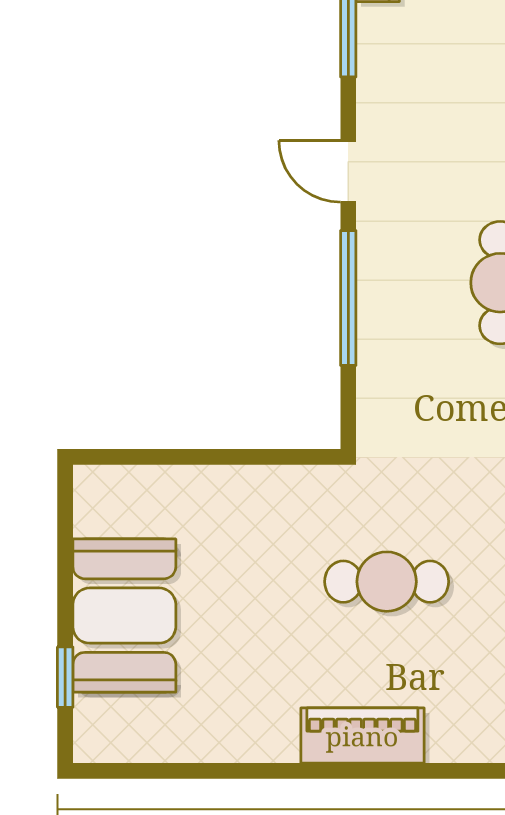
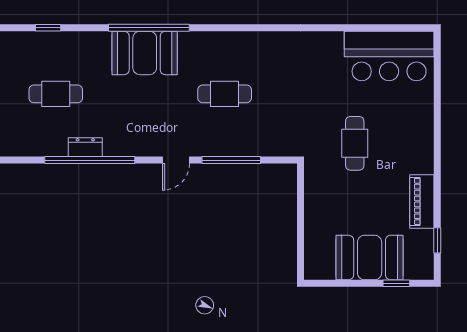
piano: (362, 736) -> (422, 201), moved
window: (164, 771) -> (437, 240), added

